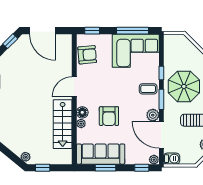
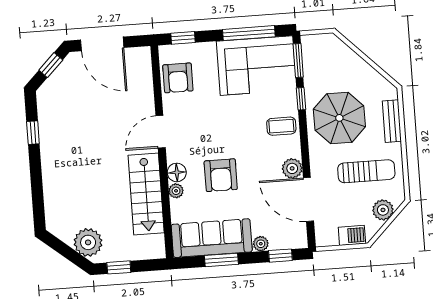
armchair: (87, 55) -> (178, 78), turned 95
window: (161, 99) -> (298, 61), moved
plant: (26, 157) -> (88, 242), width x1.88, depth x1.88
barbecue: (172, 159) -> (352, 235), moved
plant: (154, 160) -> (261, 244), moved

